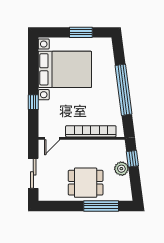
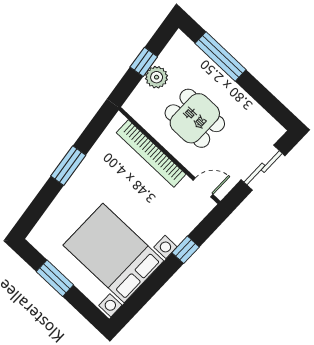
window: (124, 90) -> (68, 166), width x0.47
window: (132, 159) -> (144, 62), moved
dining table: (86, 183) -> (195, 118), moved

